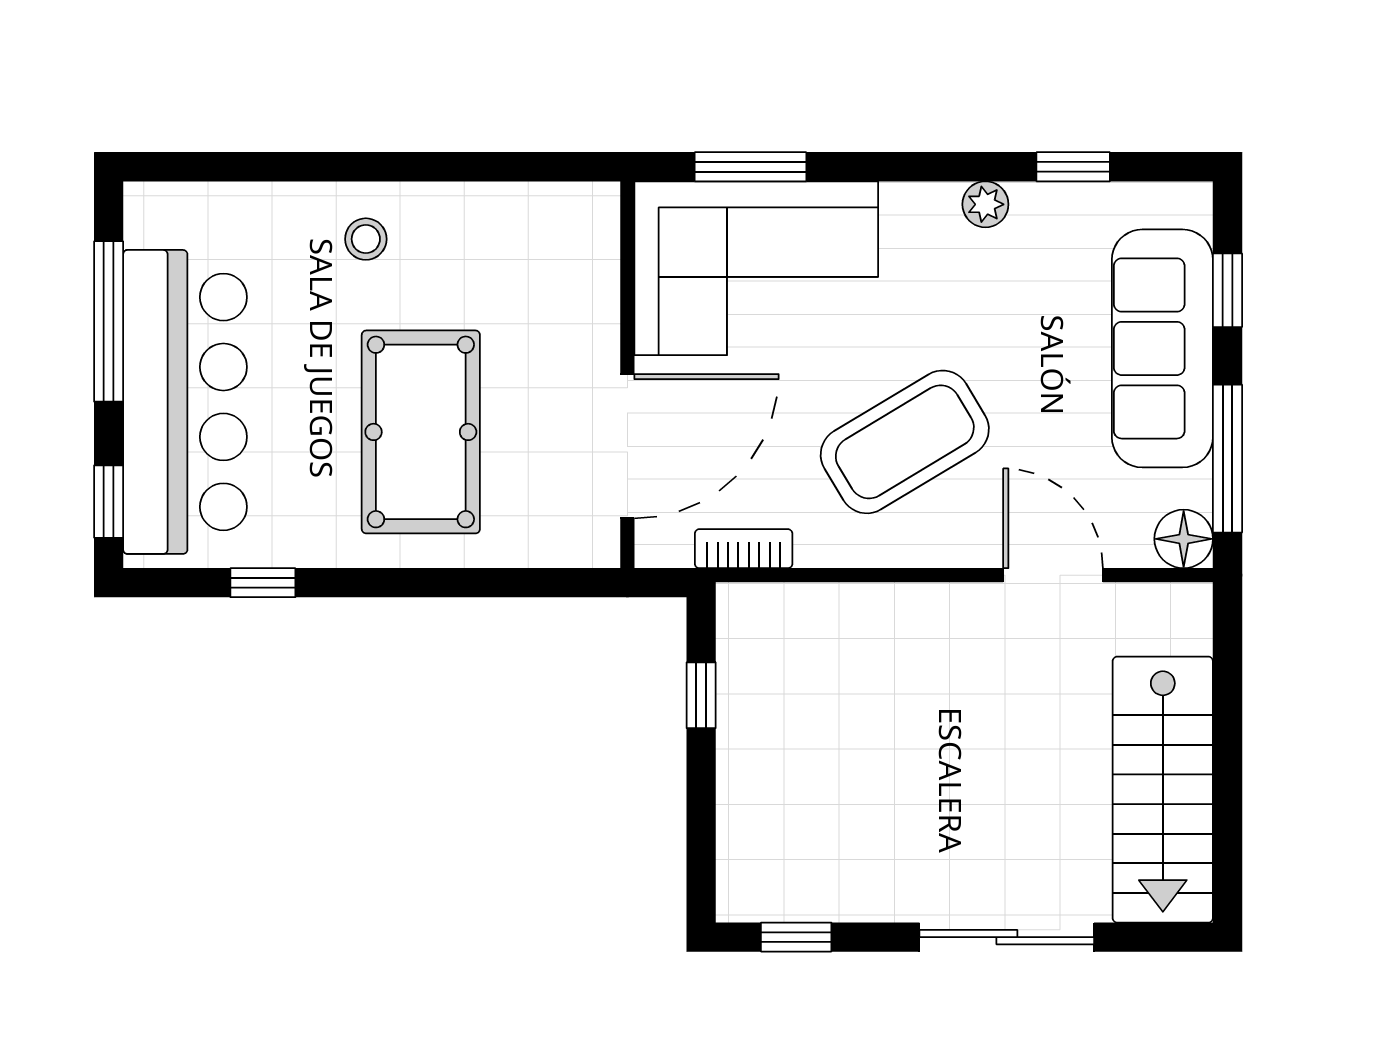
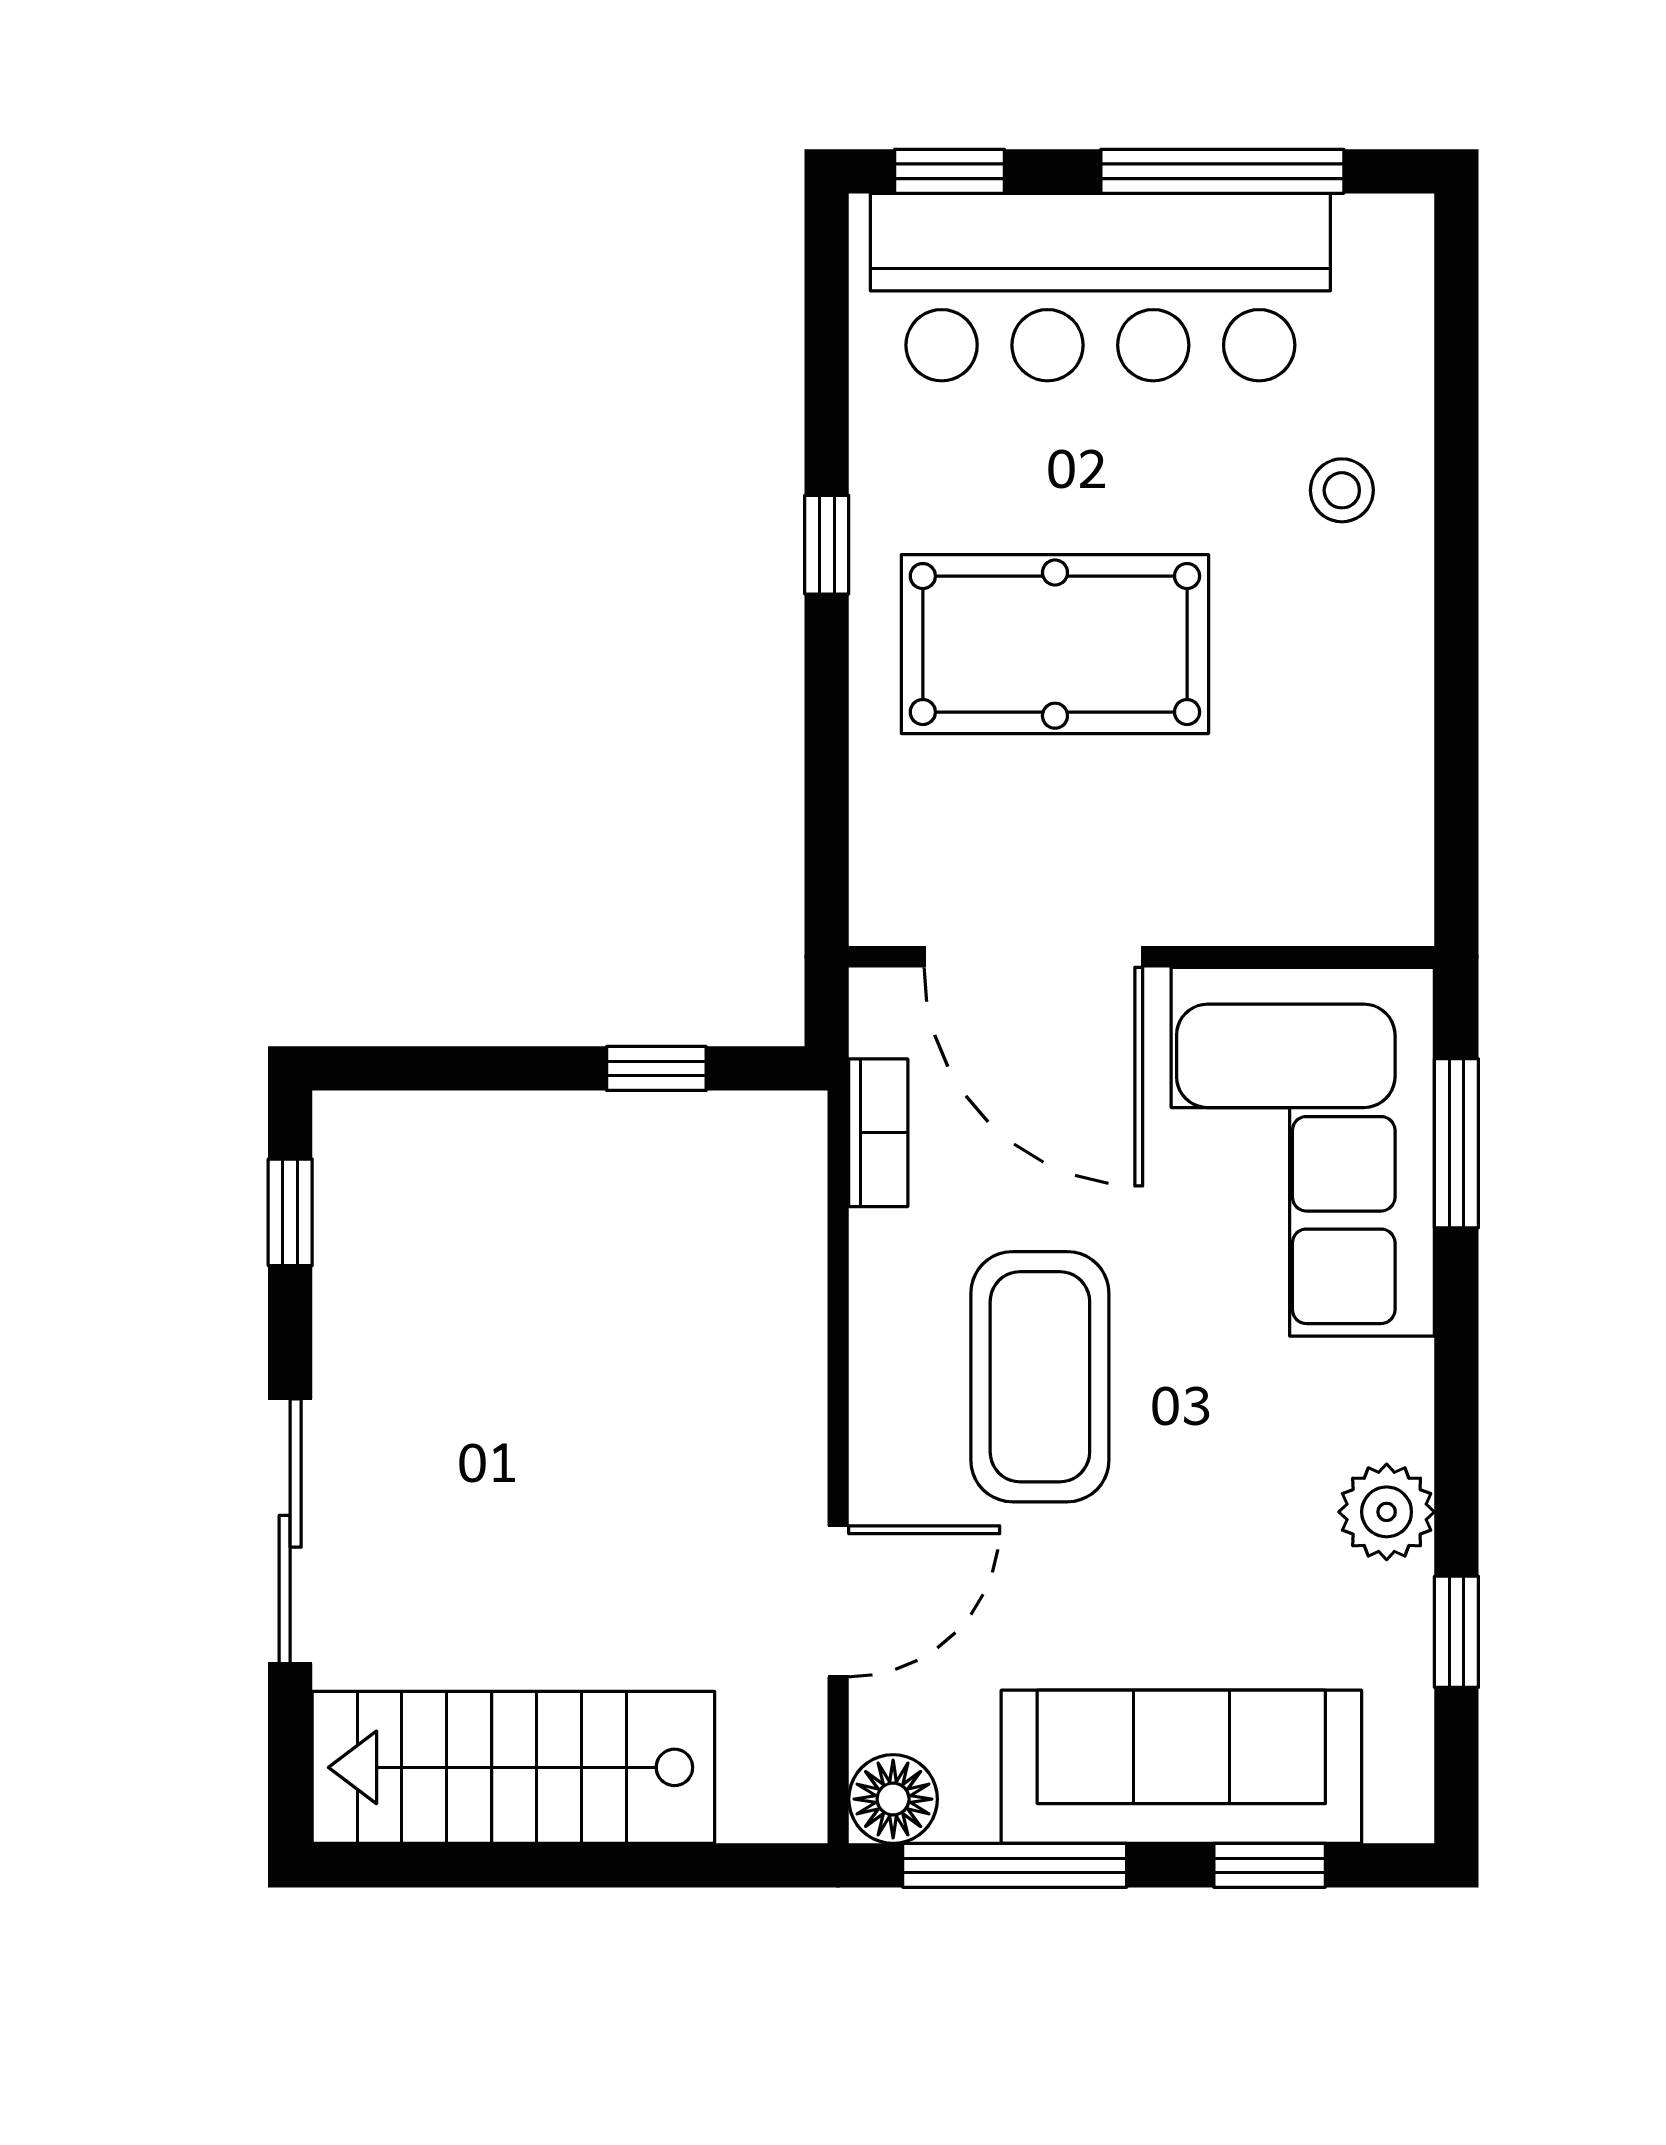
plant: (985, 204) -> (1387, 1512), width x1.38, depth x1.38
stool: (366, 239) -> (1342, 490), moved
coffee table: (905, 442) -> (1040, 1377), turned 31
window: (263, 583) -> (827, 545), moved

